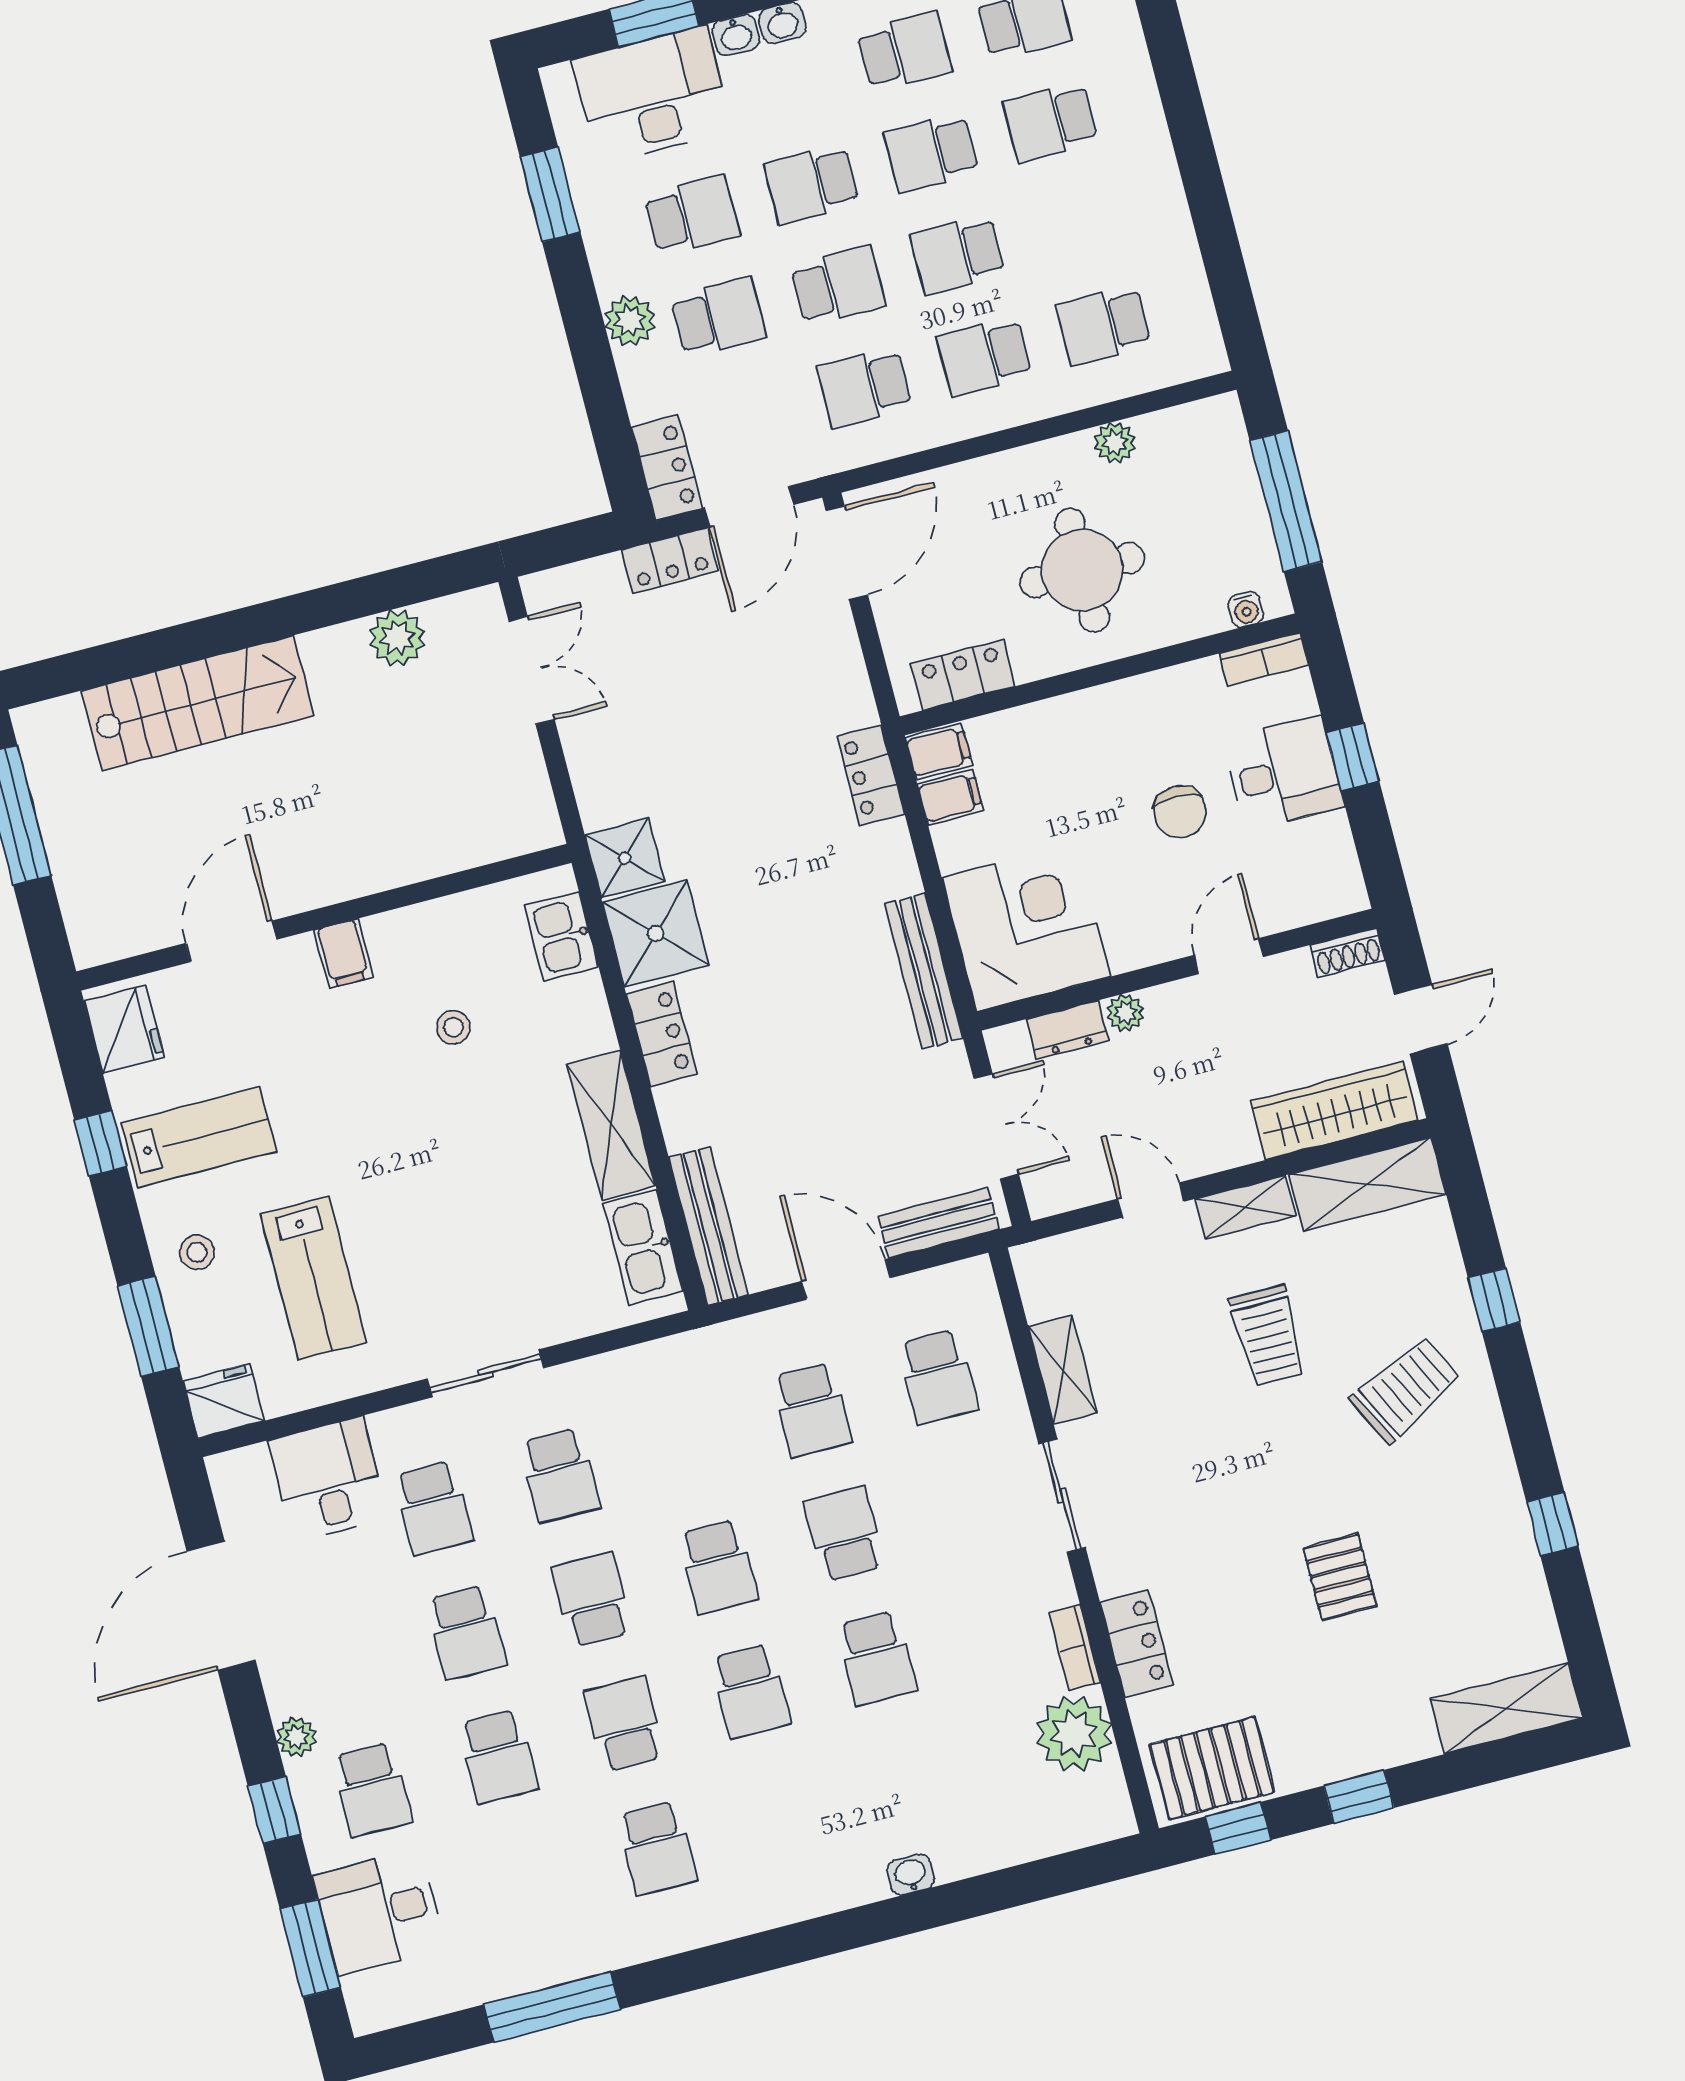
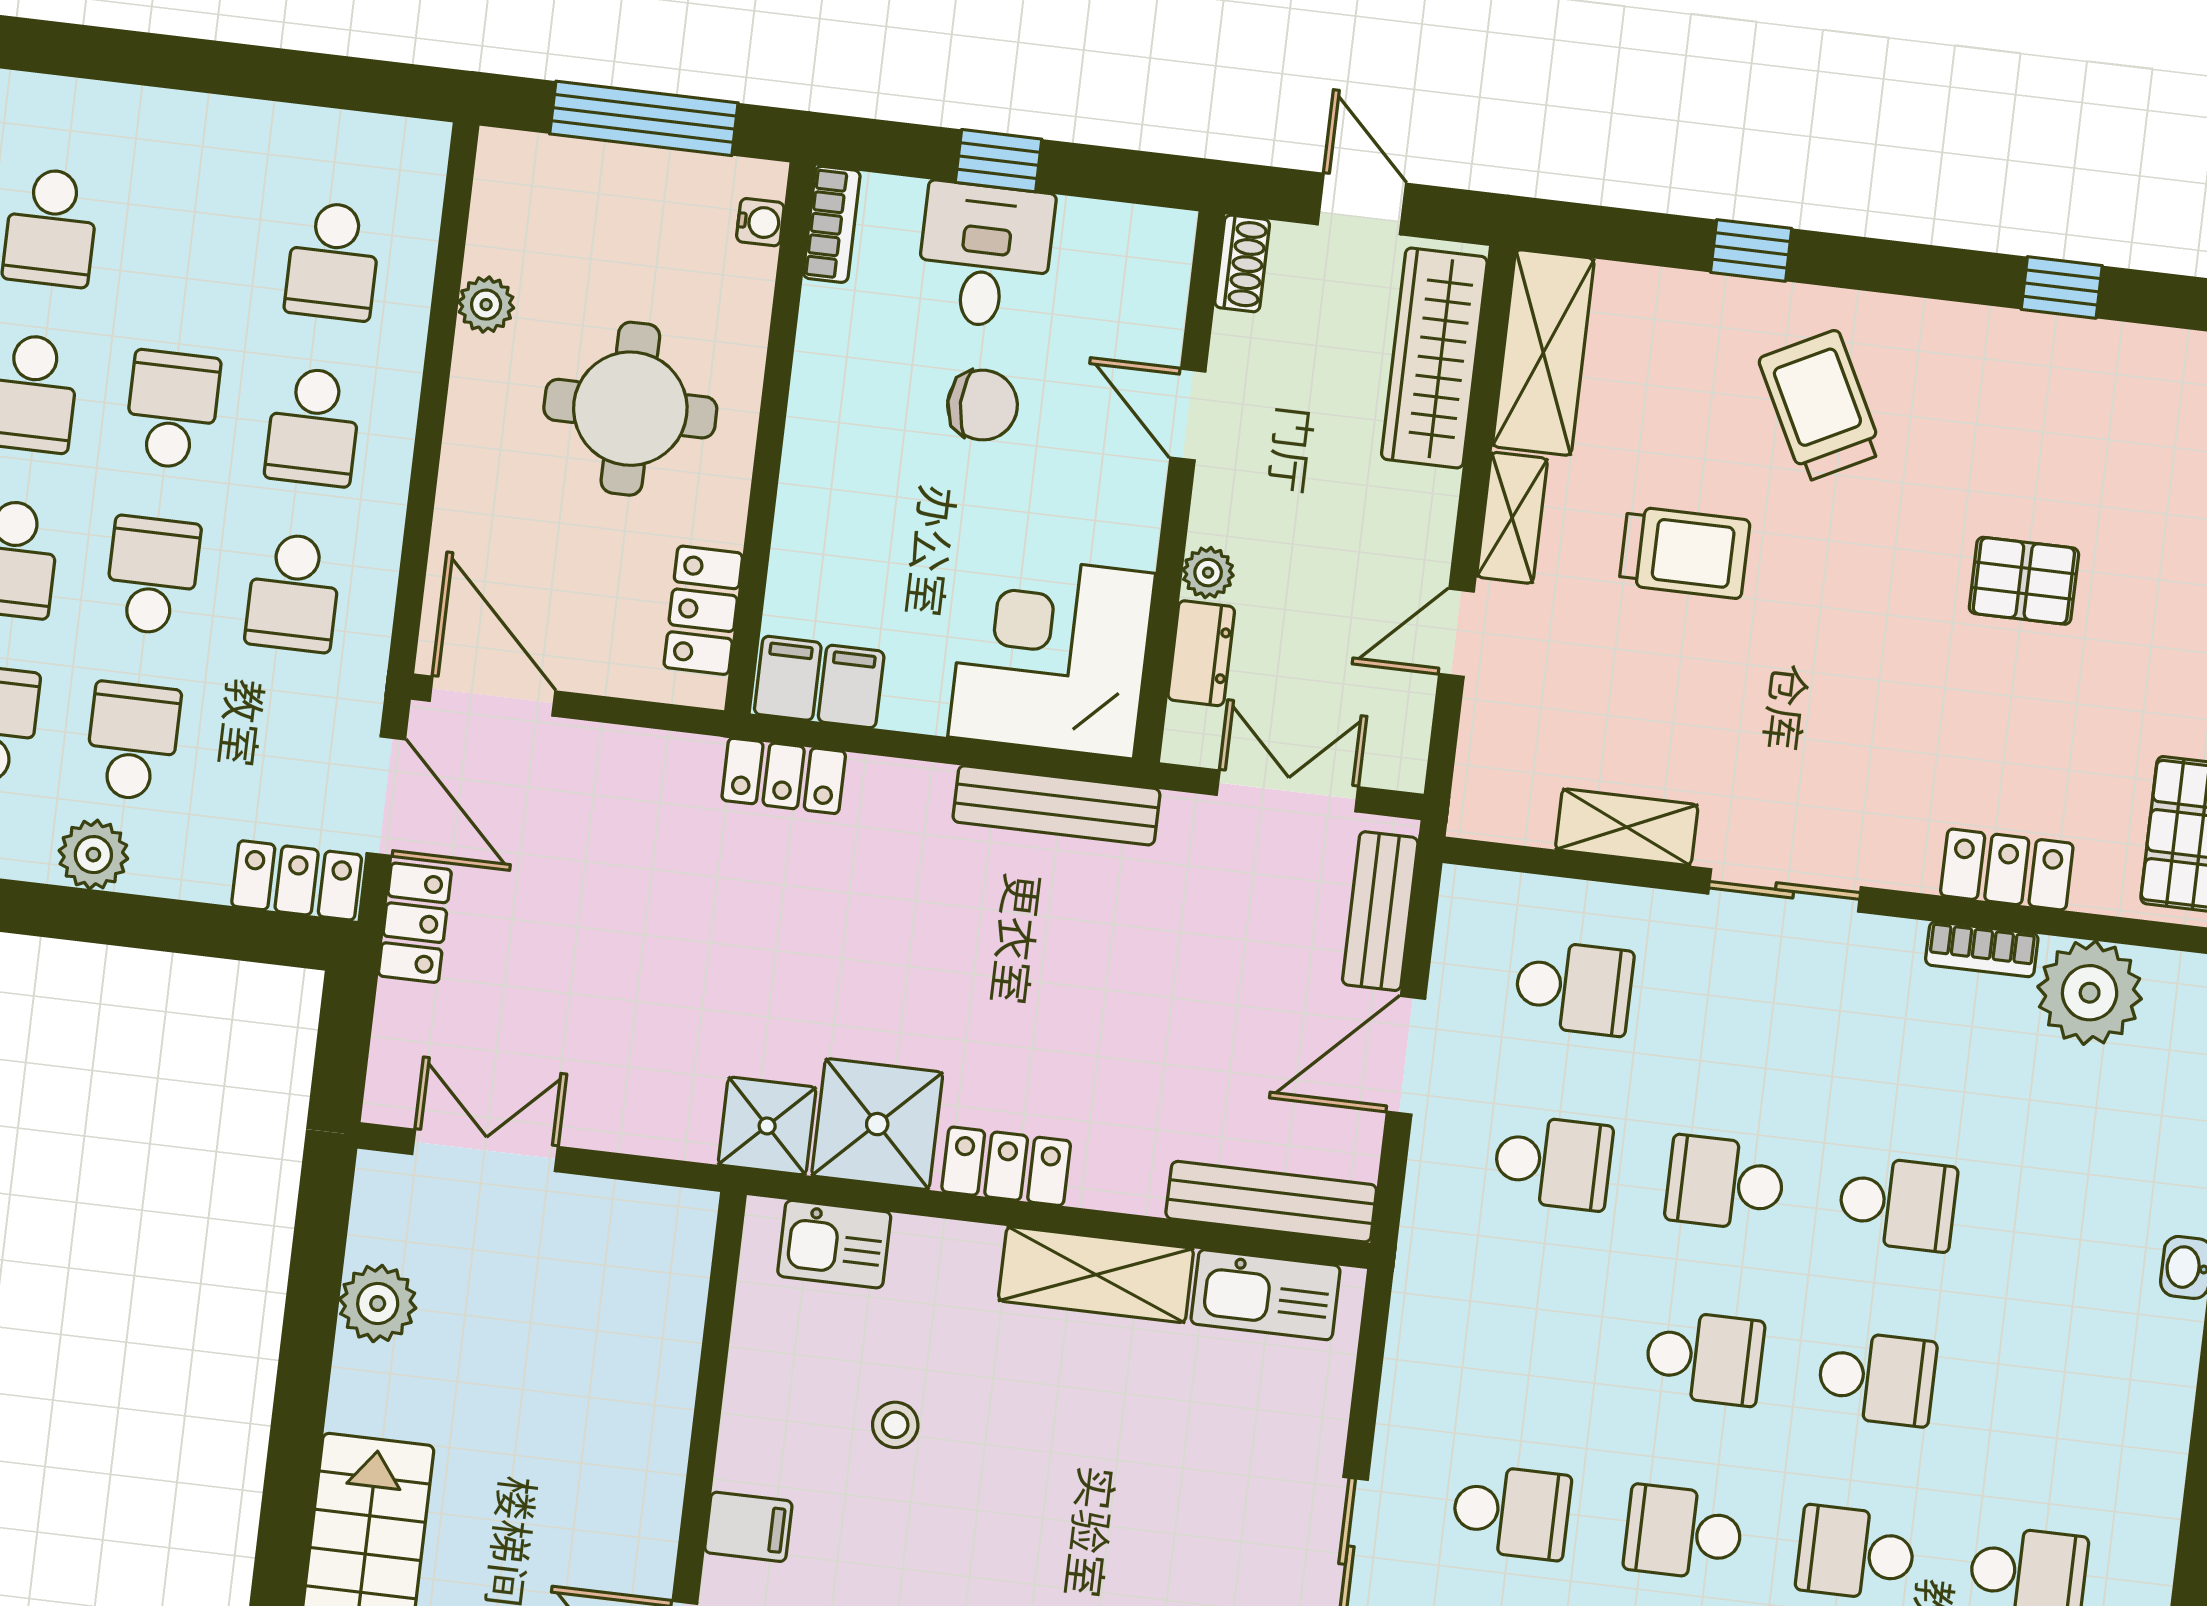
school desk: (958, 255) -> (172, 410), turned 180

